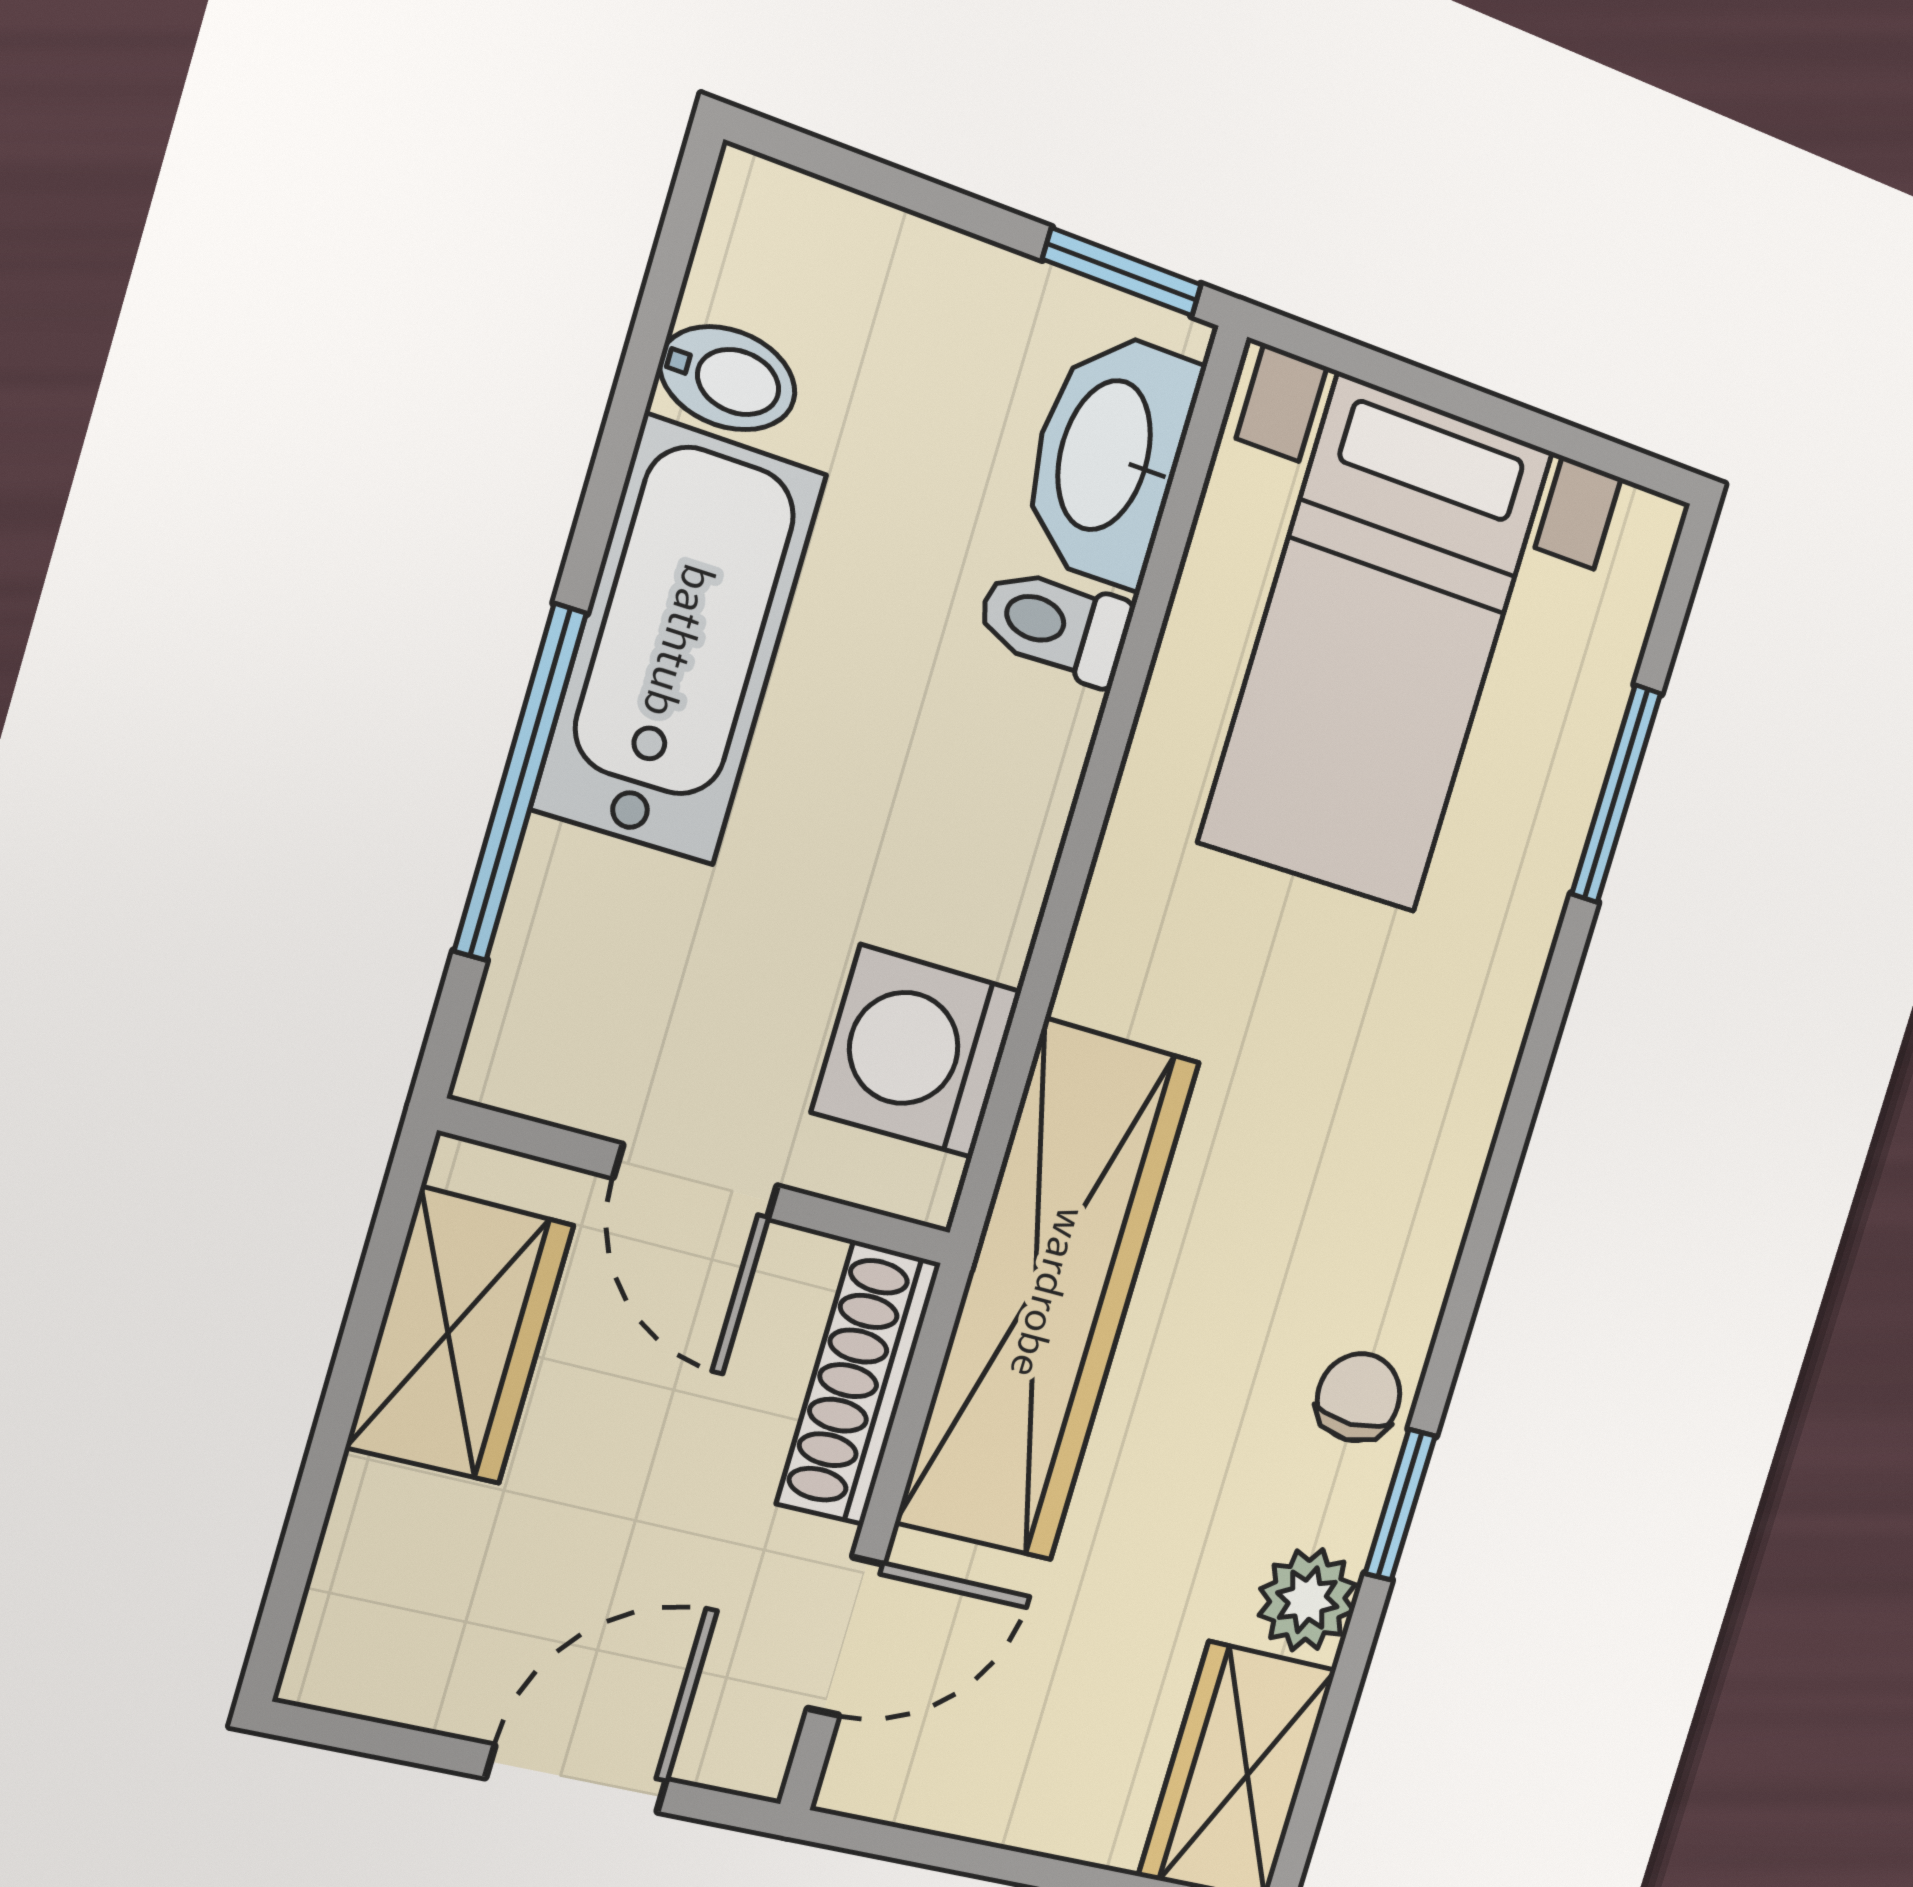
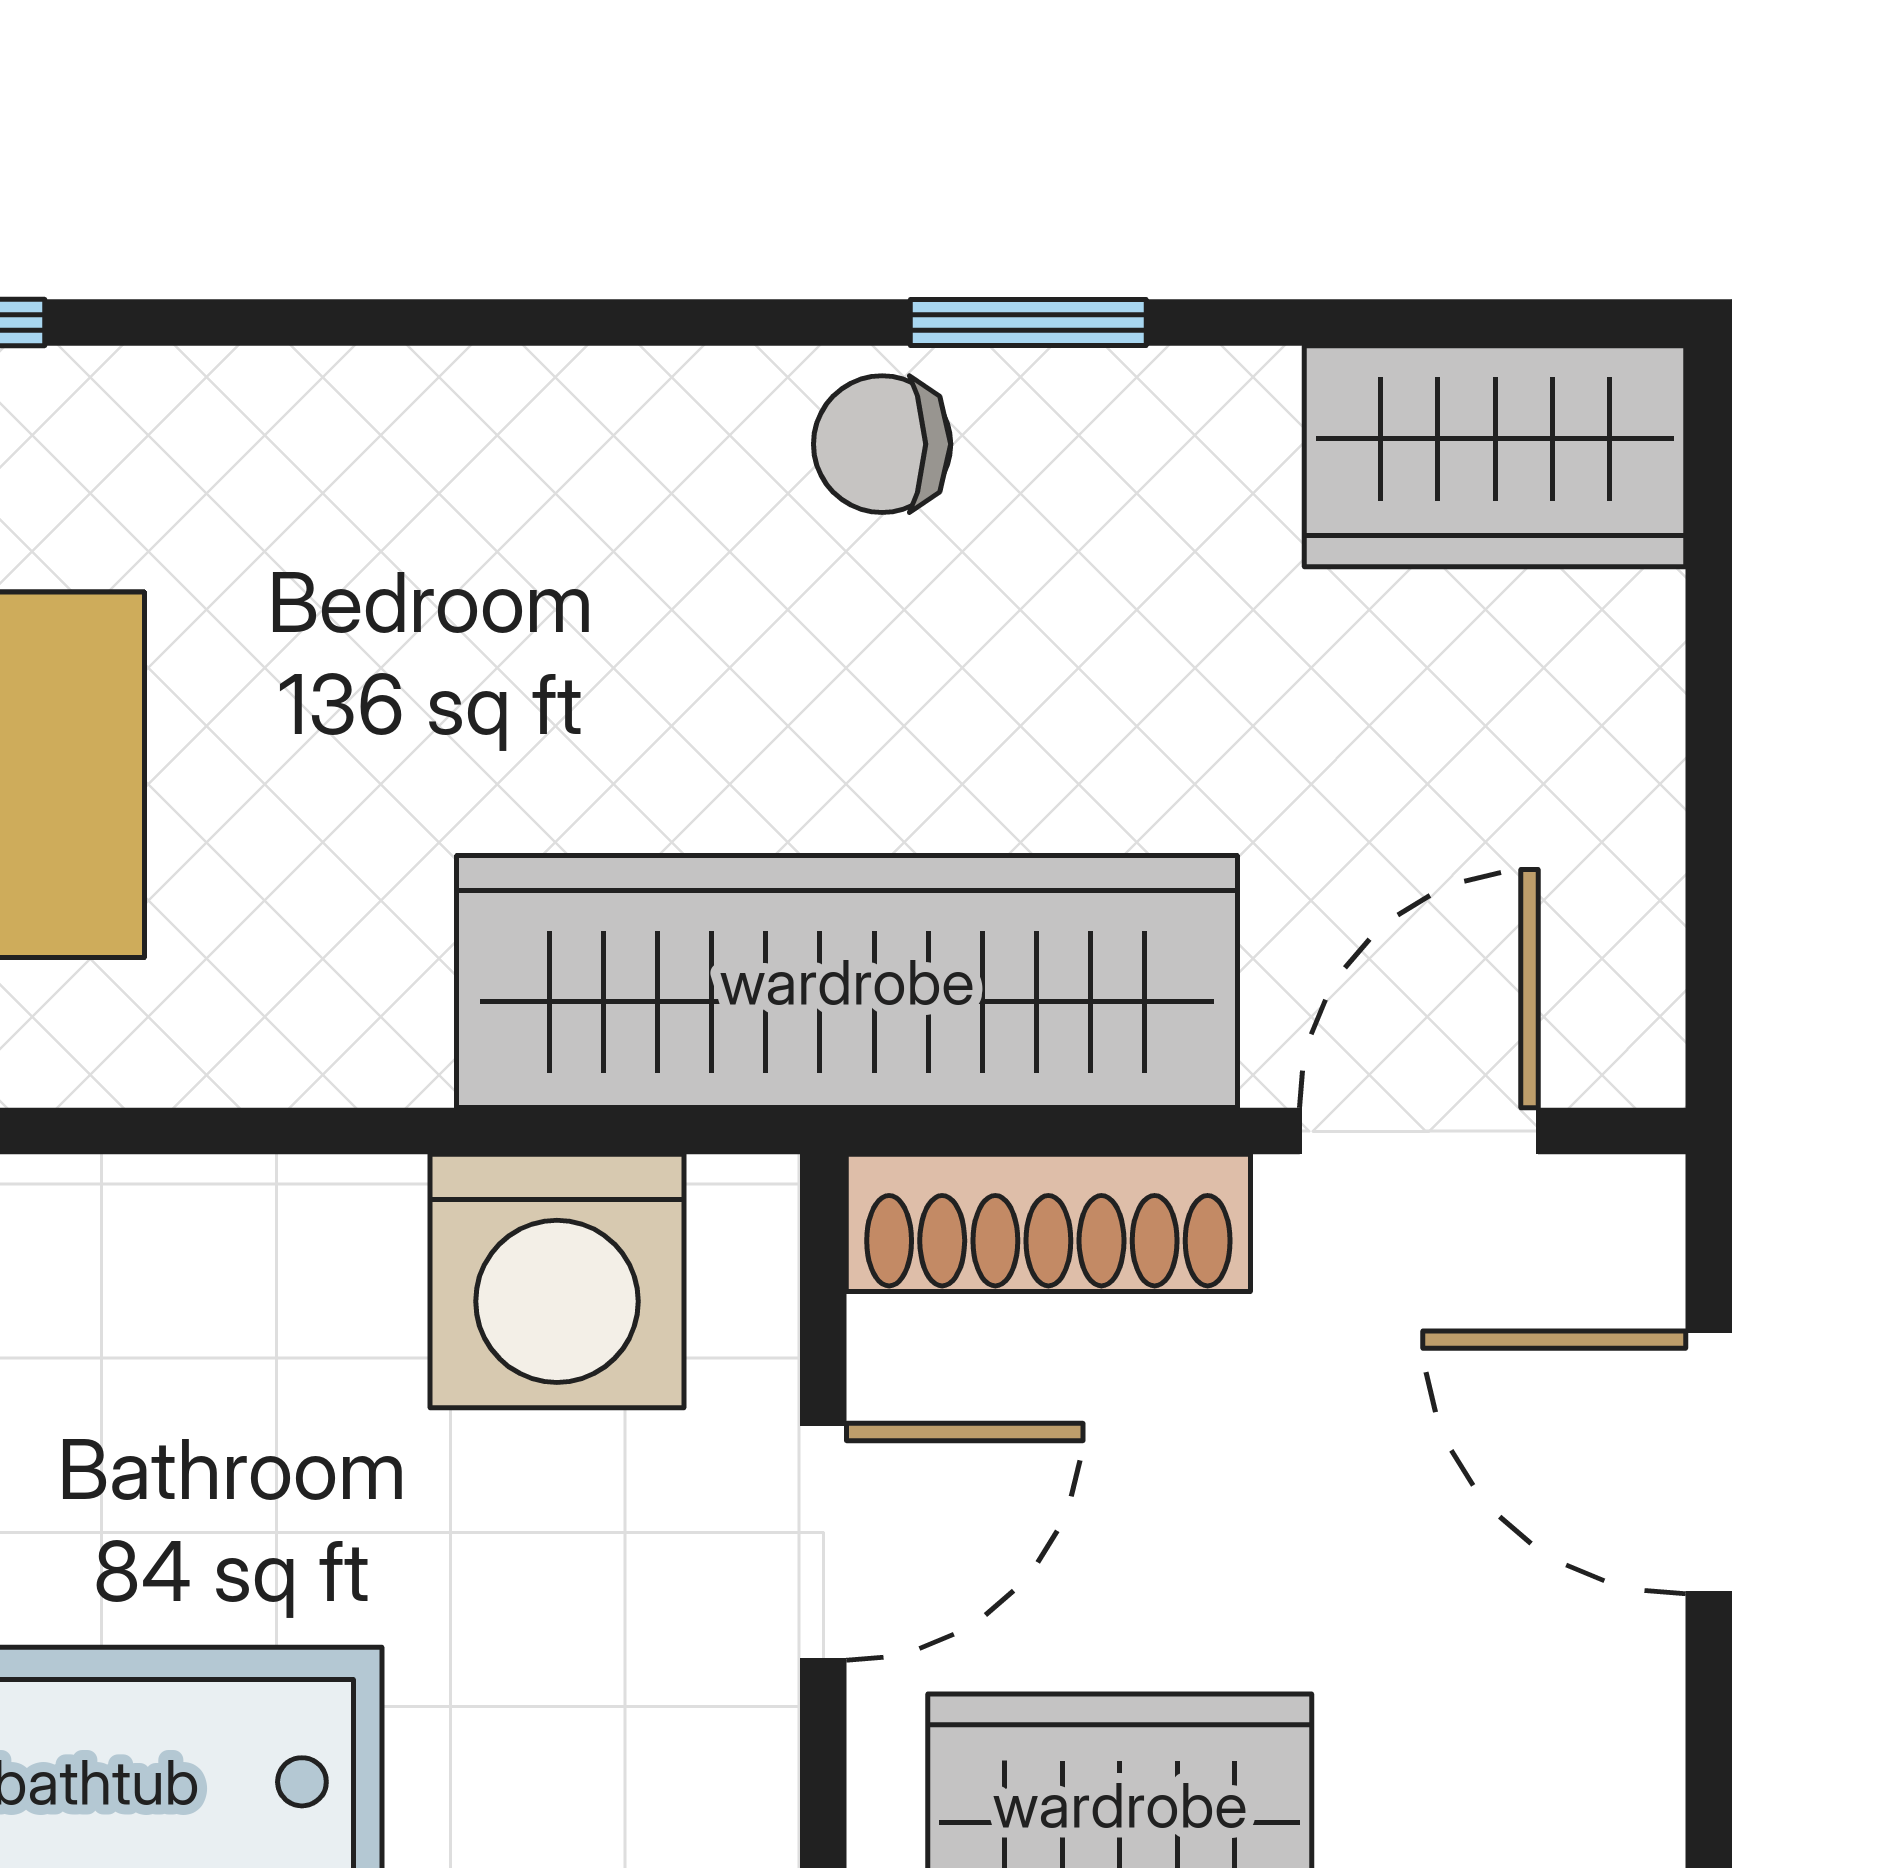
plant: (1307, 1600) -> (1207, 428), removed
door: (846, 1636) -> (1419, 1131), hinge flipped

